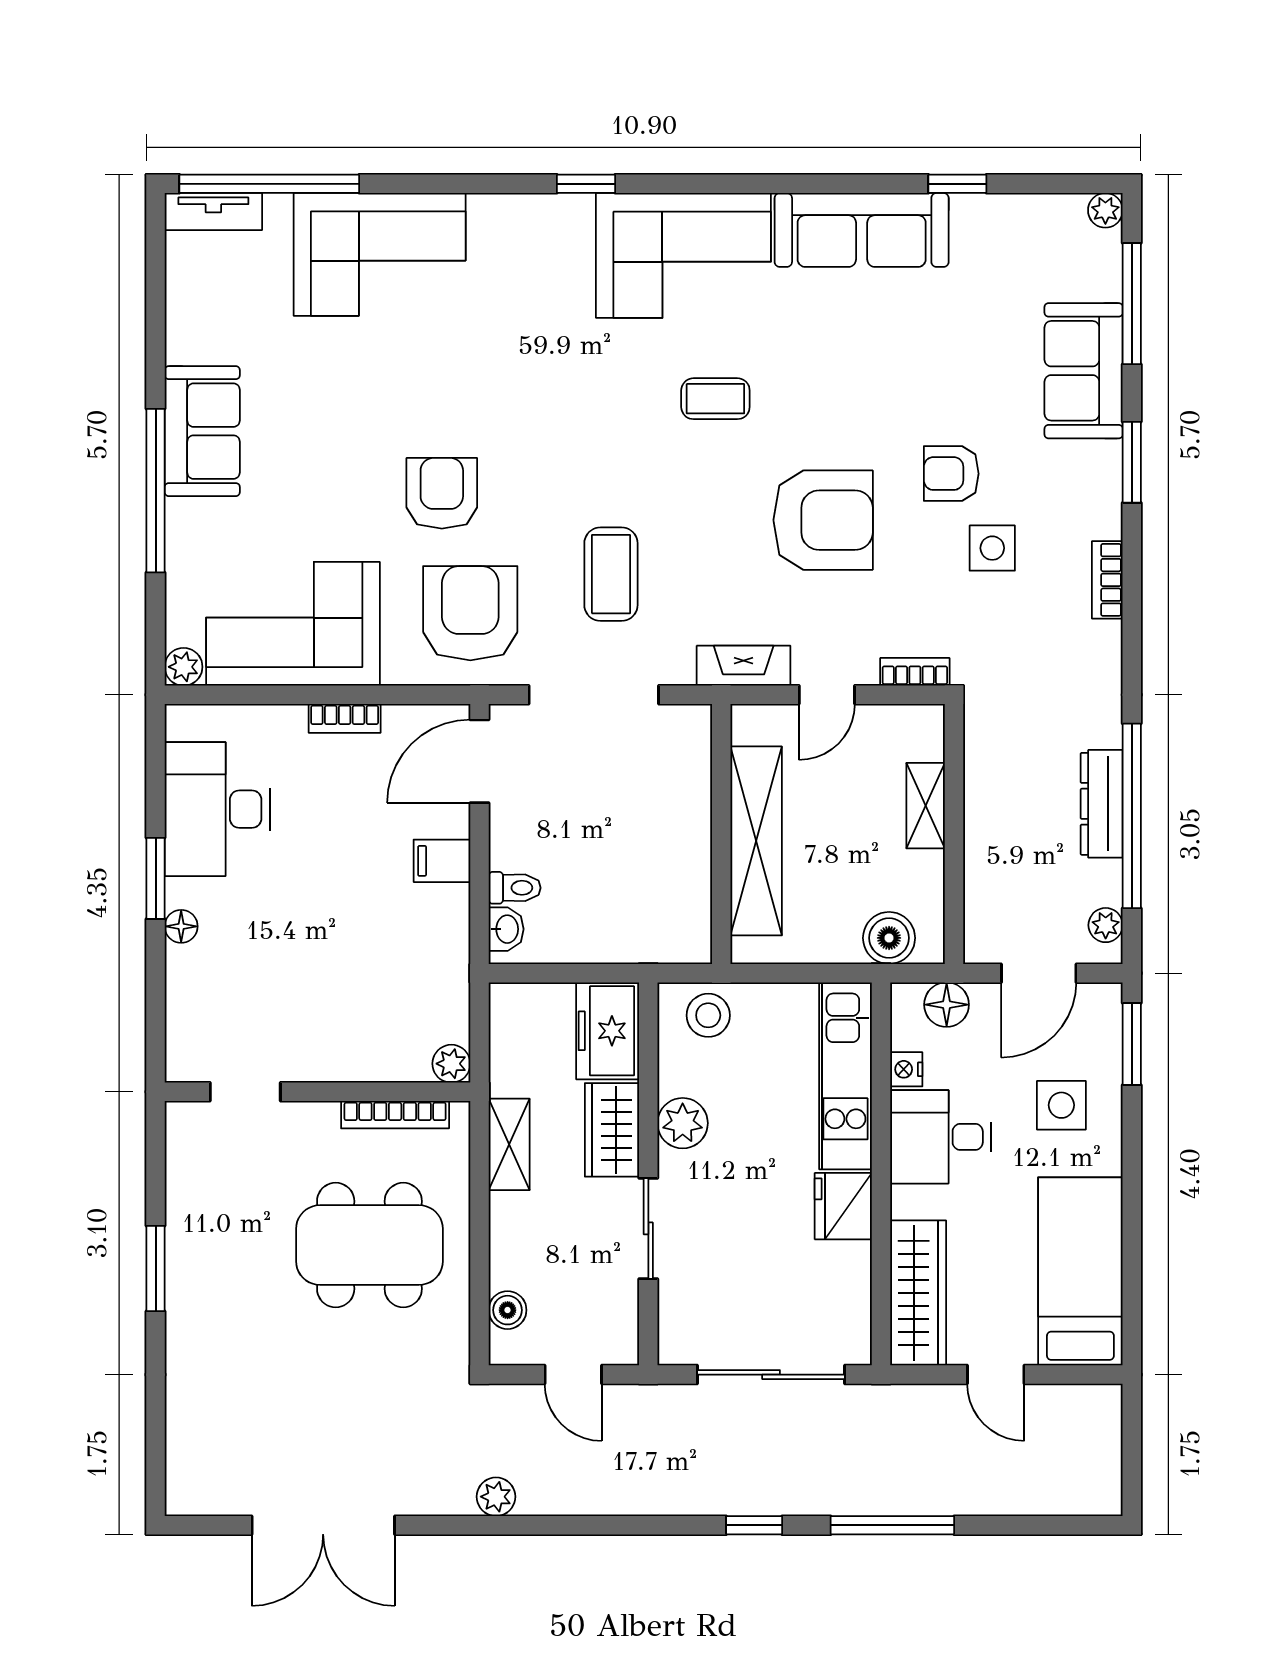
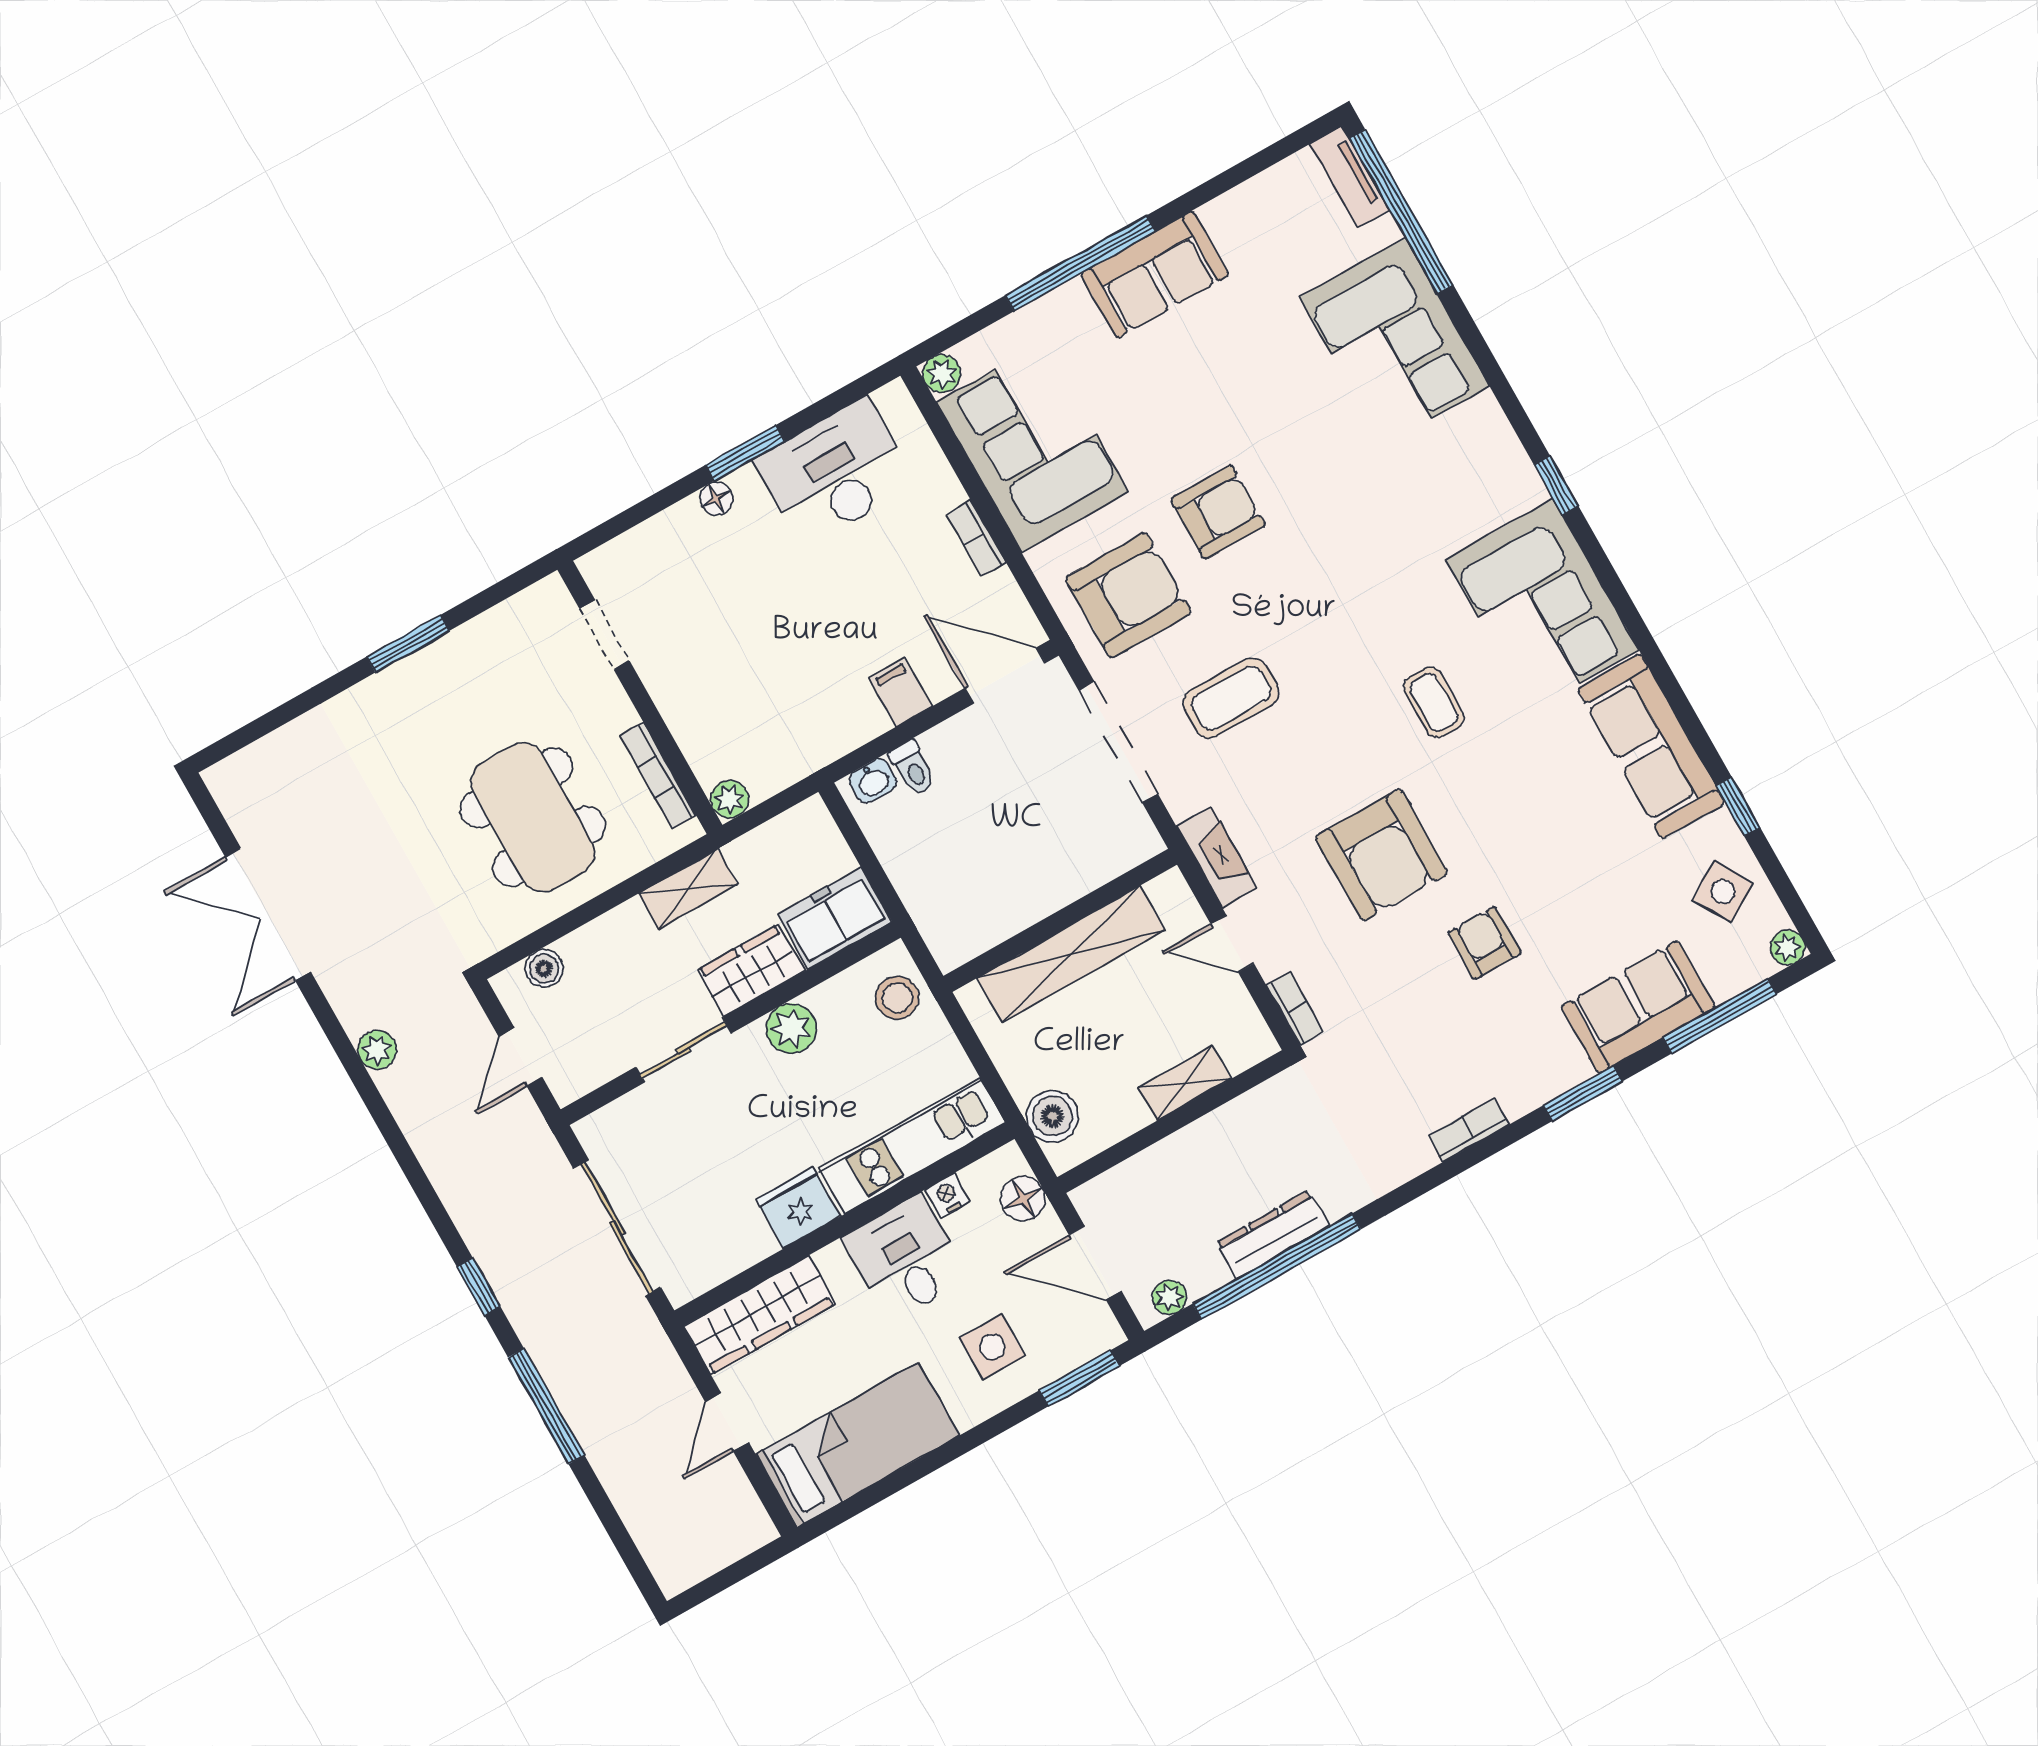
side table: (992, 548) -> (1723, 892), moved, turned -31

